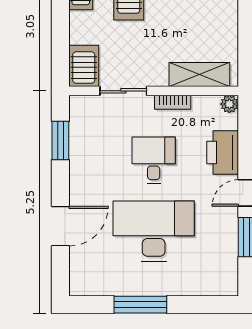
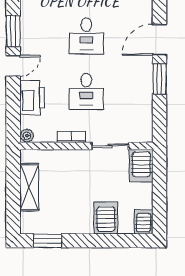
shelving: (199, 74) -> (29, 187), moved, turned 90
window: (60, 140) -> (159, 79), moved
desk: (154, 231) -> (86, 36), width x0.53, depth x0.77

